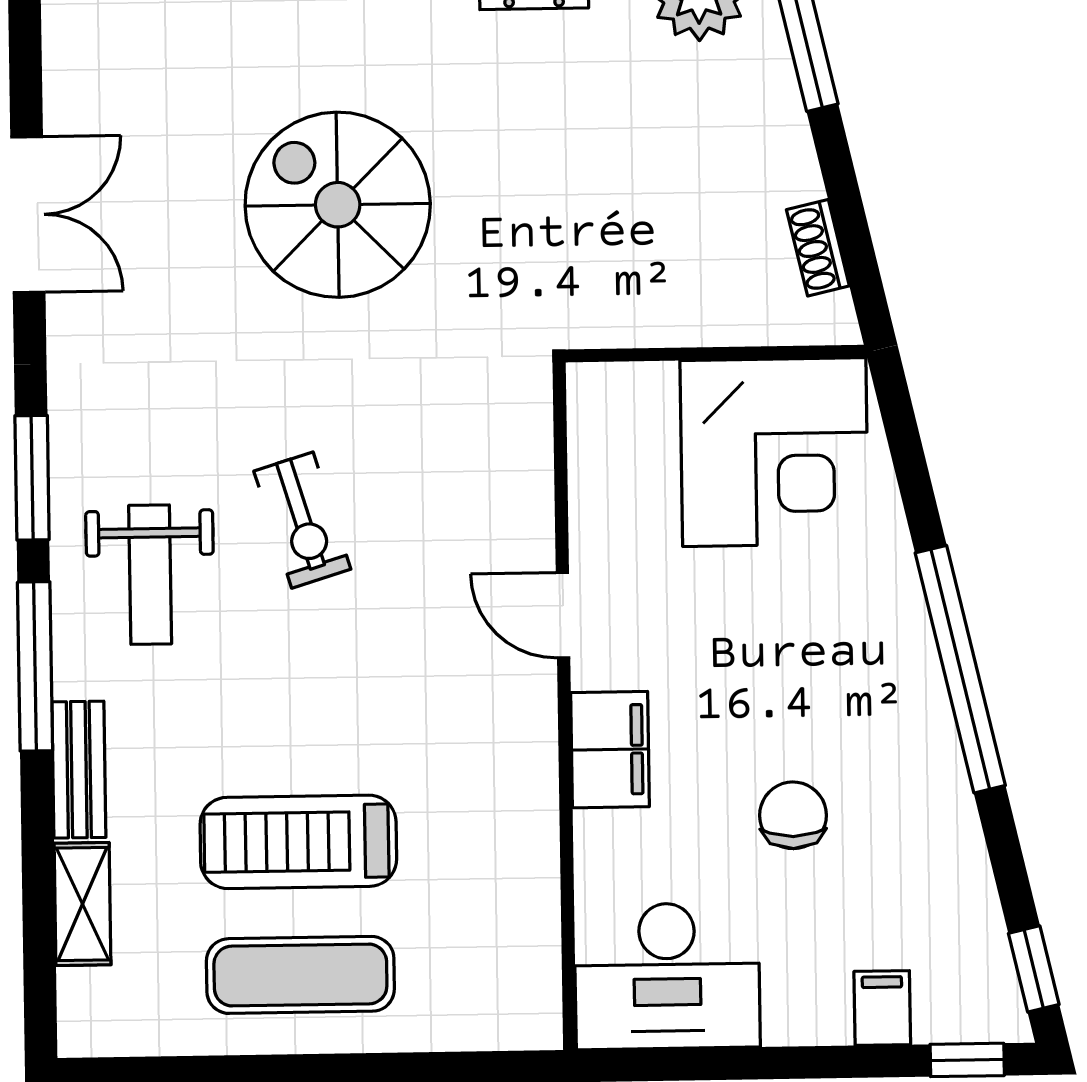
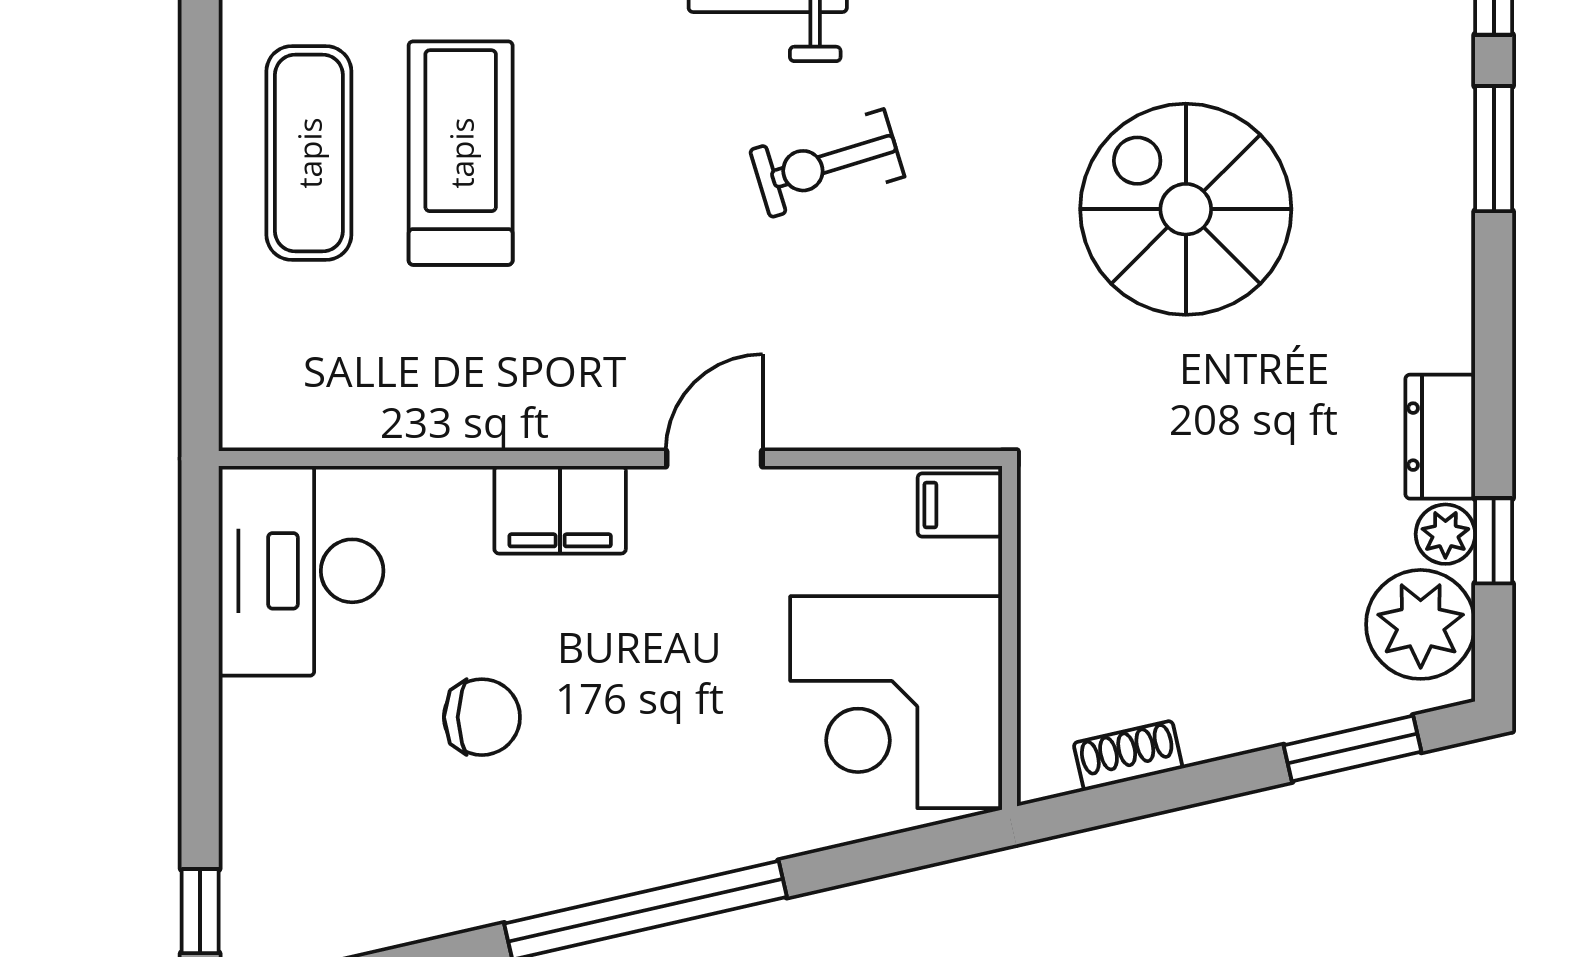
spiral stairs: (338, 205) -> (1186, 209), turned -90
filing cabinet: (882, 1008) -> (960, 505), moved, turned 180

